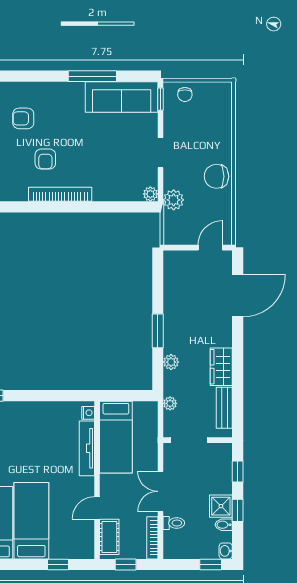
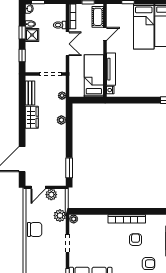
plant: (188, 235) -> (51, 195), added
window: (158, 331) -> (69, 168), moved

